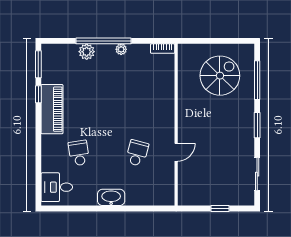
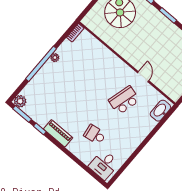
plant: (87, 52) -> (20, 101), moved
piano: (52, 109) -> (58, 133), width x0.73, depth x0.75
school desk: (137, 153) -> (124, 100), width x1.85
washbasin: (111, 197) -> (160, 111), moved

